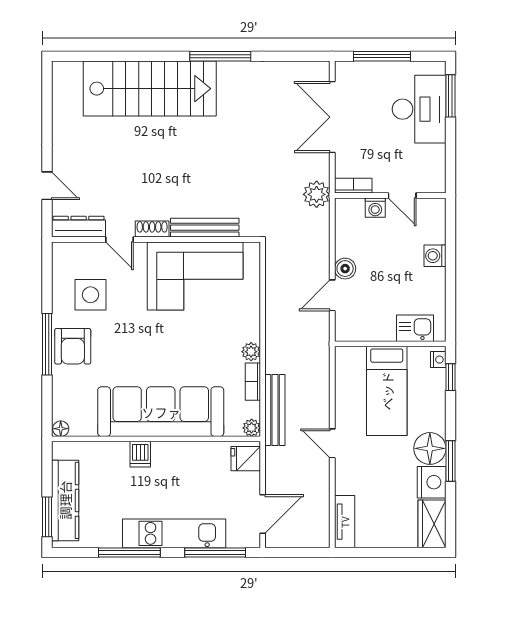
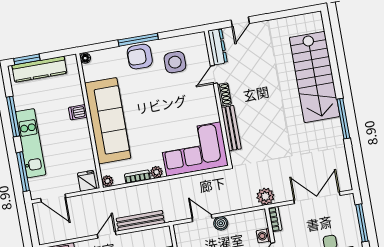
corner sofa: (195, 276) -> (194, 149), moved, turned 90
bench: (275, 410) -> (140, 221), moved

